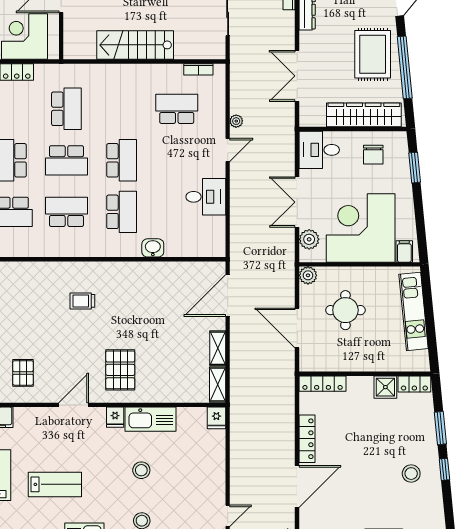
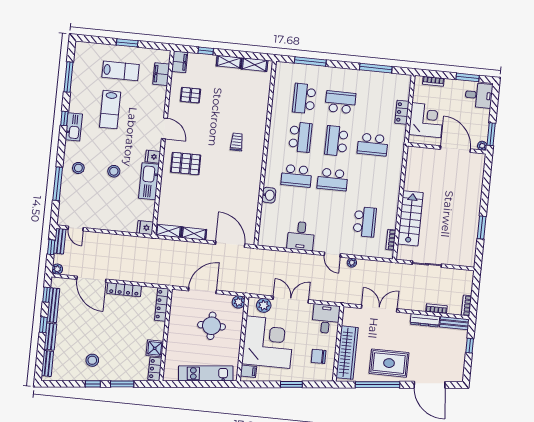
stairs: (135, 45) -> (410, 218), moved
window: (415, 168) -> (291, 384), moved

